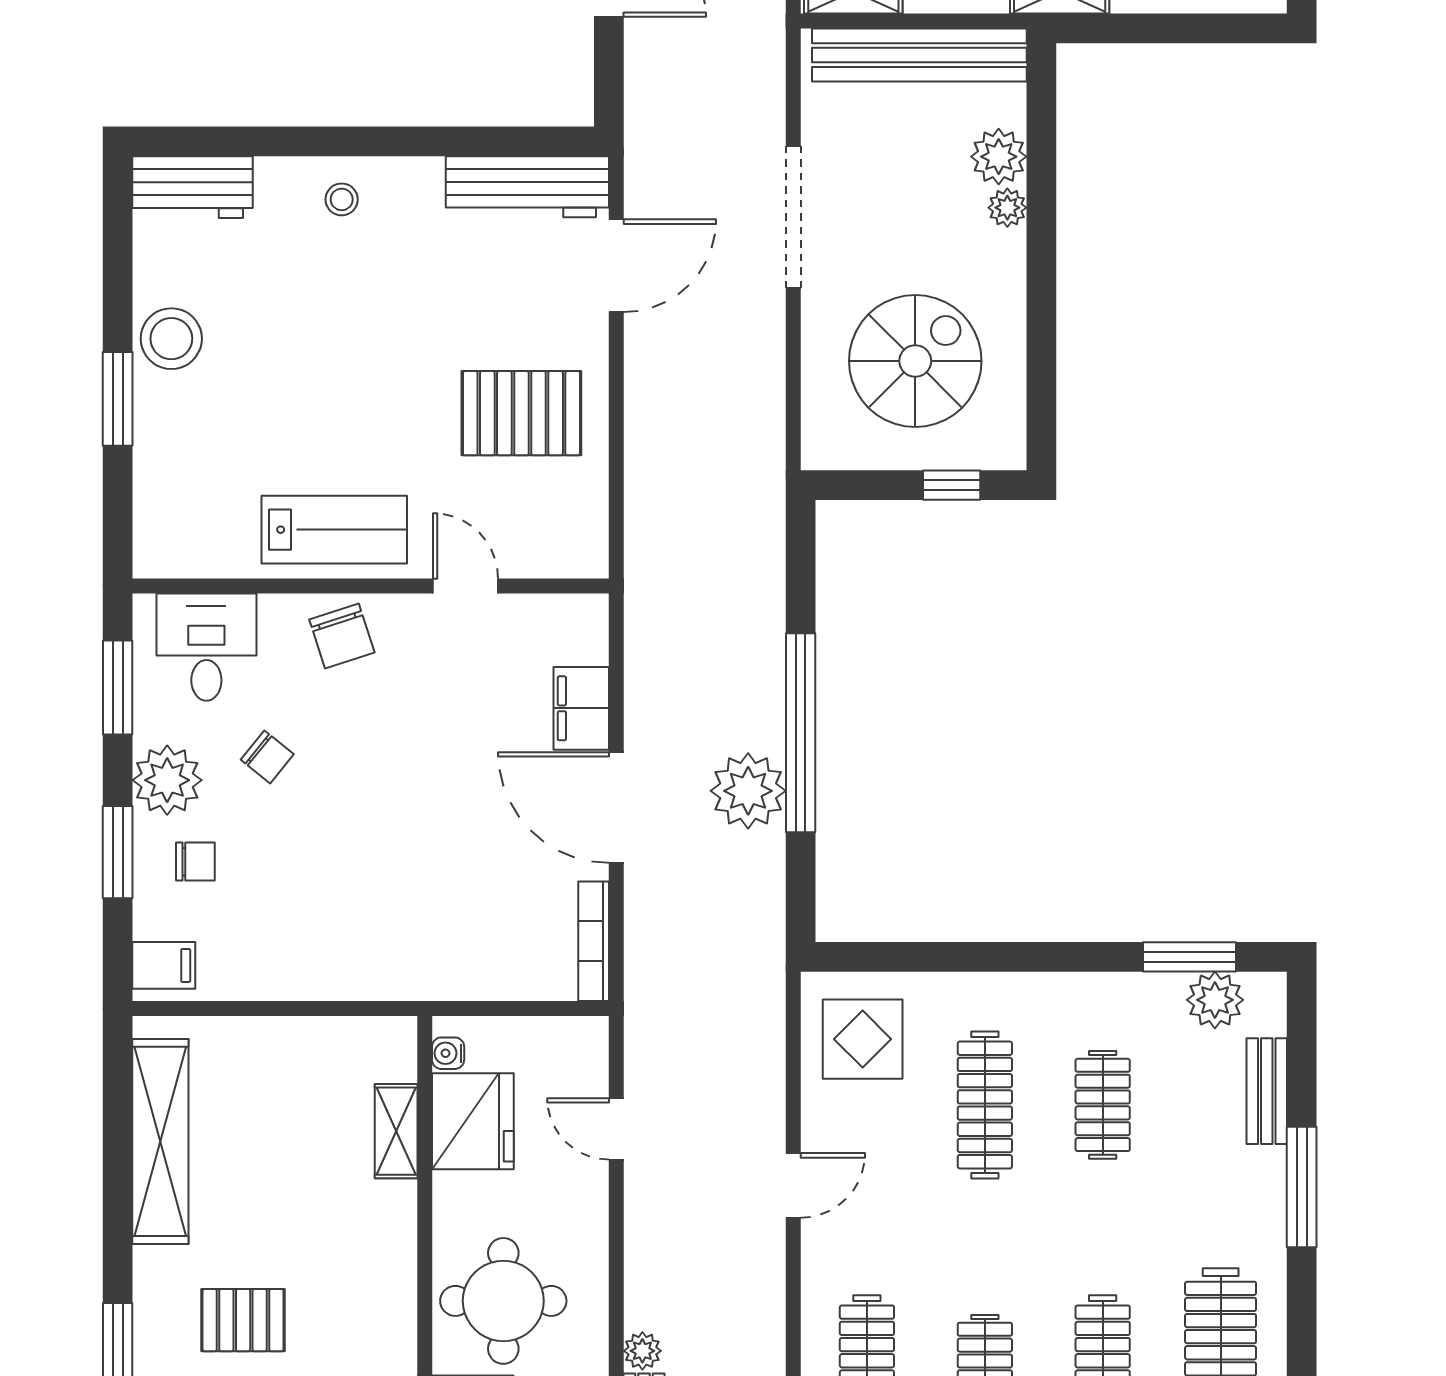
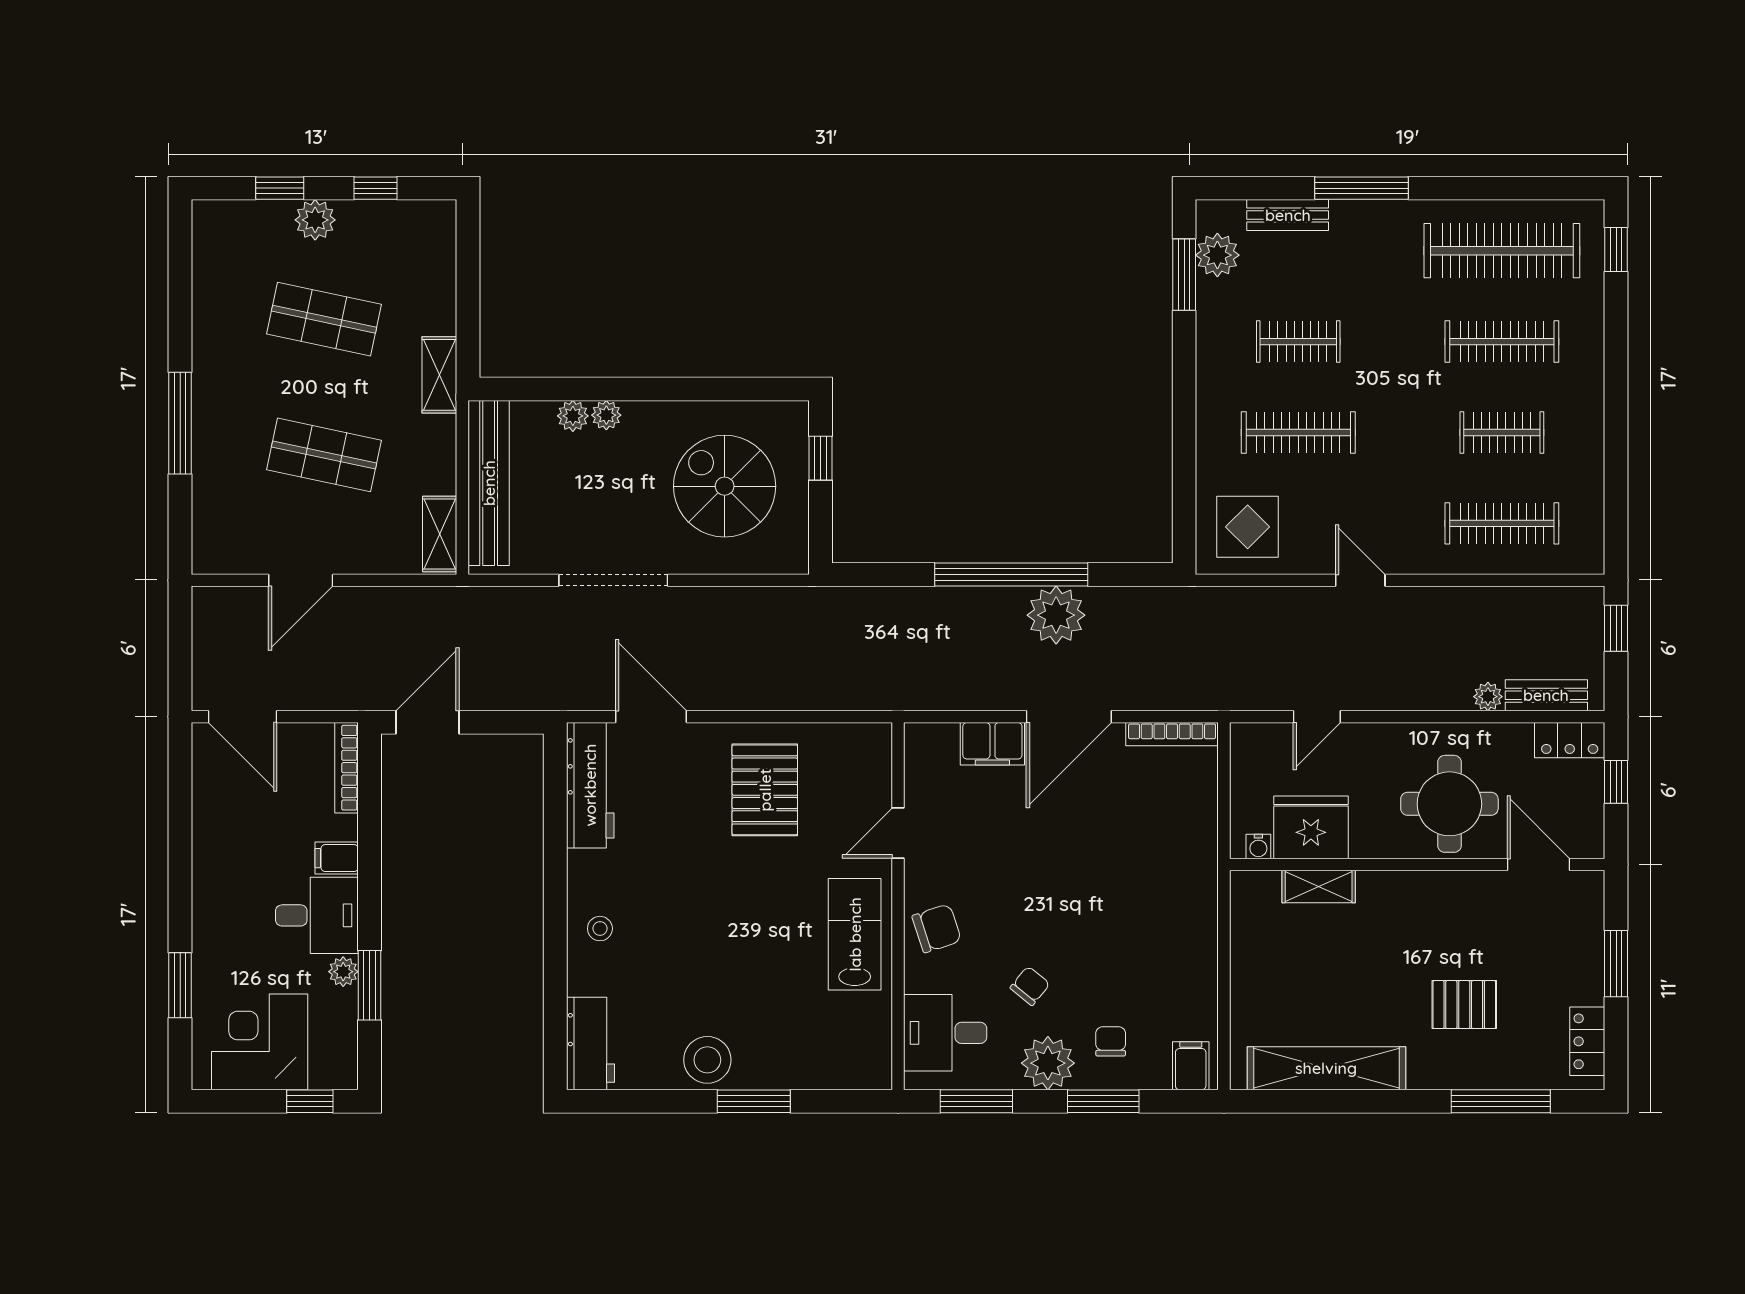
plant: (999, 157) -> (573, 416), width x0.73, depth x0.73
pallet: (243, 1320) -> (1464, 1005), turned 90

